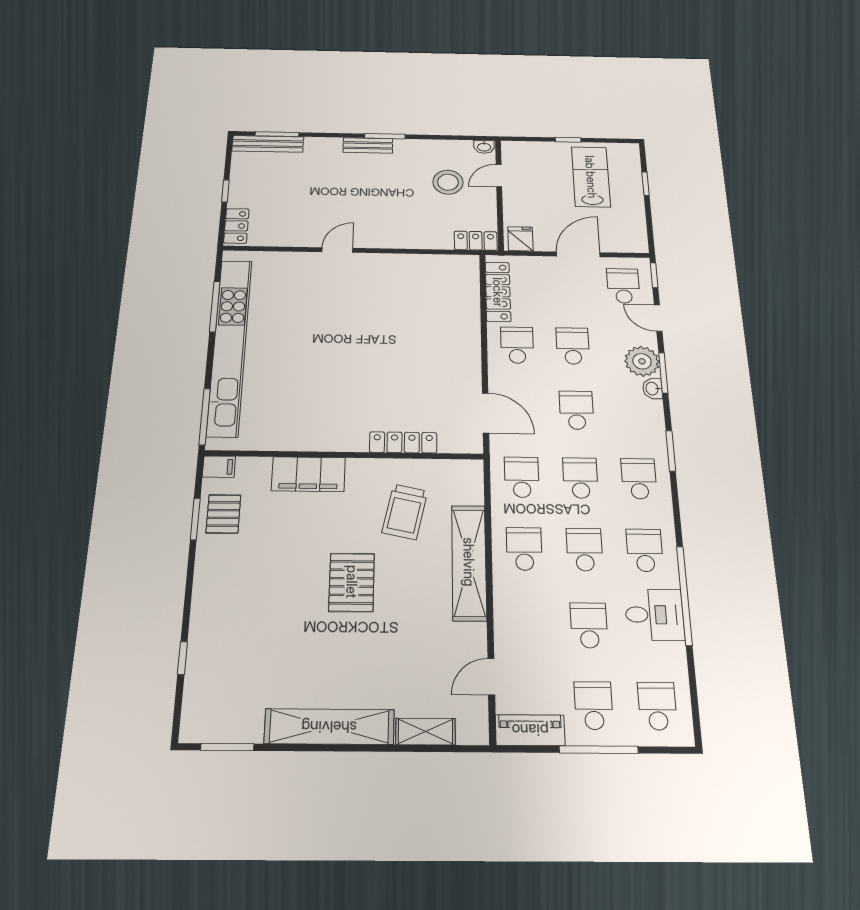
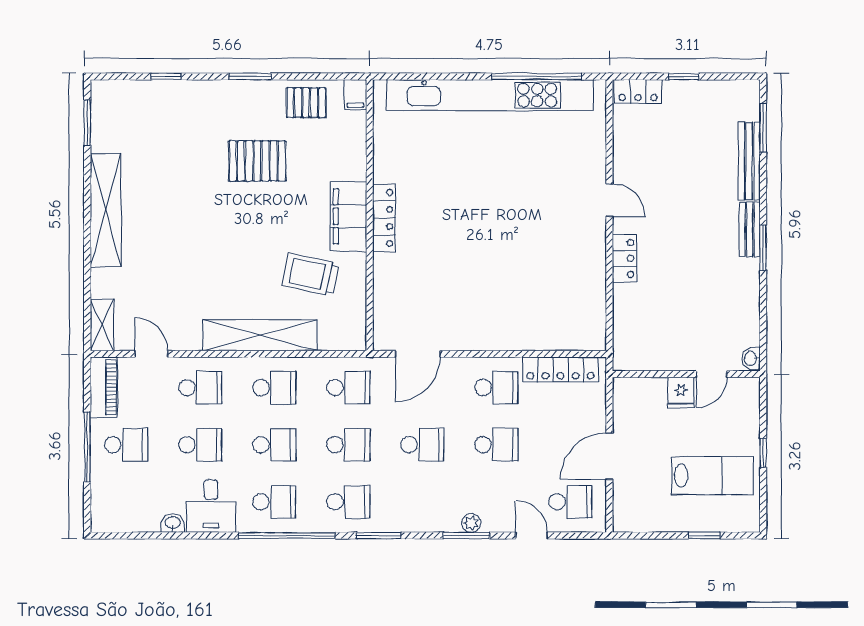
bench: (268, 144) -> (749, 161), moved
door: (499, 176) -> (712, 374), swing flipped
stool: (448, 182) -> (701, 318), removed
fridge: (520, 239) -> (681, 393), moved, turned 90
locker: (476, 241) -> (624, 259), moved
door: (578, 254) -> (609, 456), swing flipped
window: (654, 275) -> (584, 536), removed
window: (215, 307) -> (537, 77), width x1.46
door: (658, 318) -> (531, 536), hinge flipped
plant: (642, 361) -> (471, 523), width x0.53, depth x0.53
washbasin: (653, 389) -> (173, 523), moved
window: (205, 417) -> (409, 77), removed
locker: (403, 442) -> (384, 218), moved
filing cabinet: (308, 474) -> (349, 216), moved
window: (195, 519) -> (250, 77), moved
pallet: (352, 582) -> (257, 161), moved
window: (684, 595) -> (287, 536), moved
school desk: (657, 706) -> (200, 388), moved
shelving: (425, 732) -> (102, 325), moved

